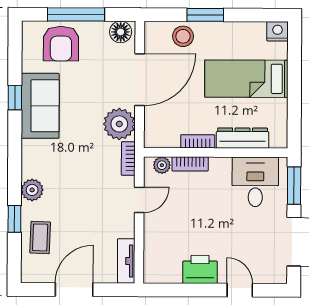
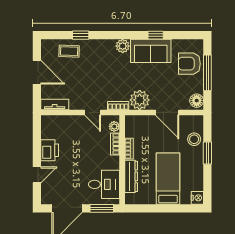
door: (140, 80) -> (167, 112), width x0.73
plant: (32, 190) -> (123, 46), moved

